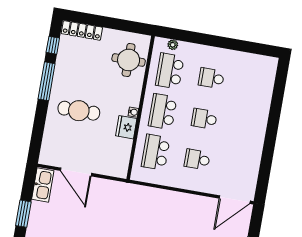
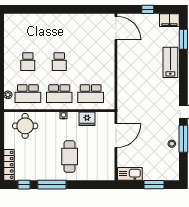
fridge: (126, 127) -> (87, 119), moved
school desk: (197, 159) -> (91, 62), removed
door: (76, 172) -> (116, 136), moved

